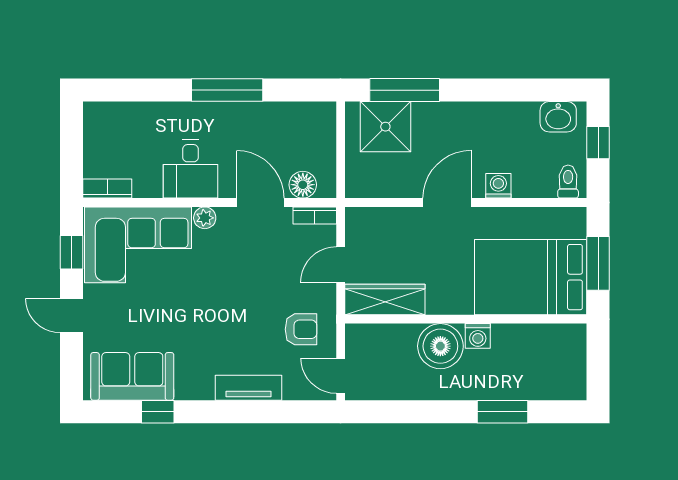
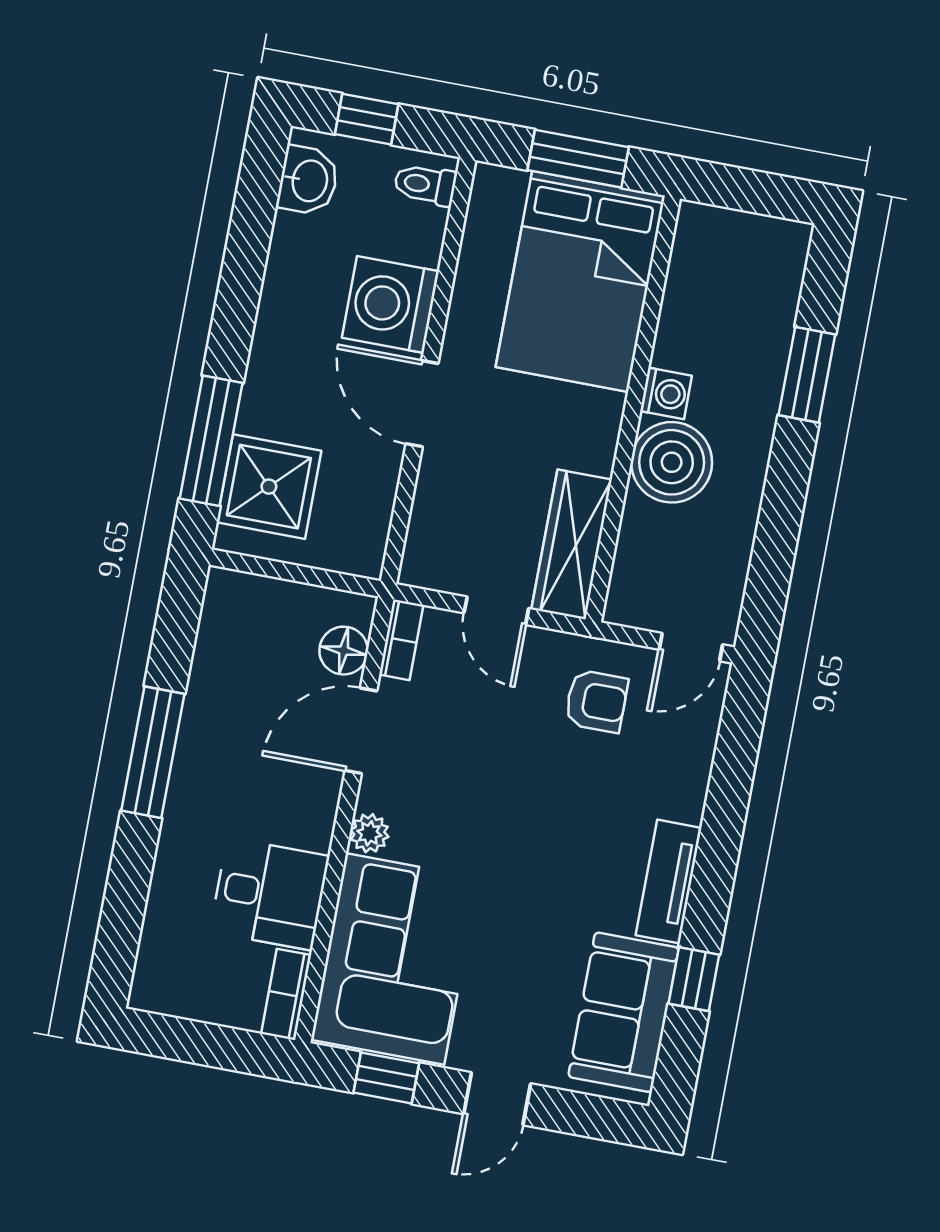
desk: (190, 169) -> (270, 894), moved
washing machine: (498, 186) -> (390, 304), width x1.89, depth x1.89
armchair: (301, 329) -> (596, 701), turned 90
tv unit: (249, 388) -> (669, 882), moved

